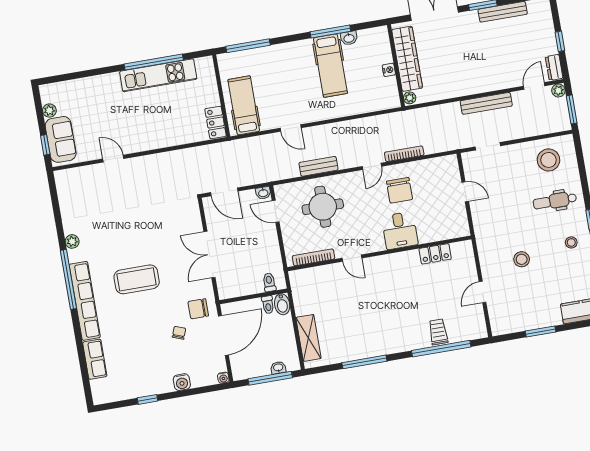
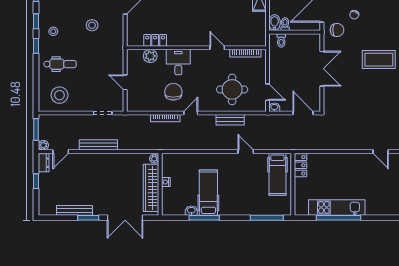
plant: (438, 232) -> (150, 56), added

